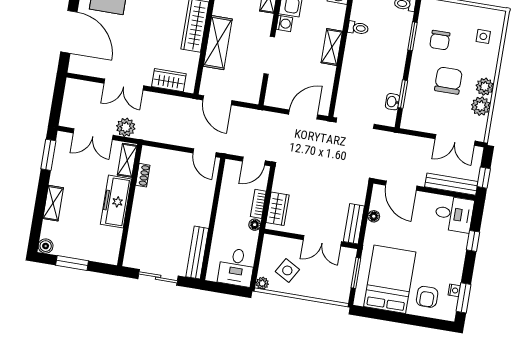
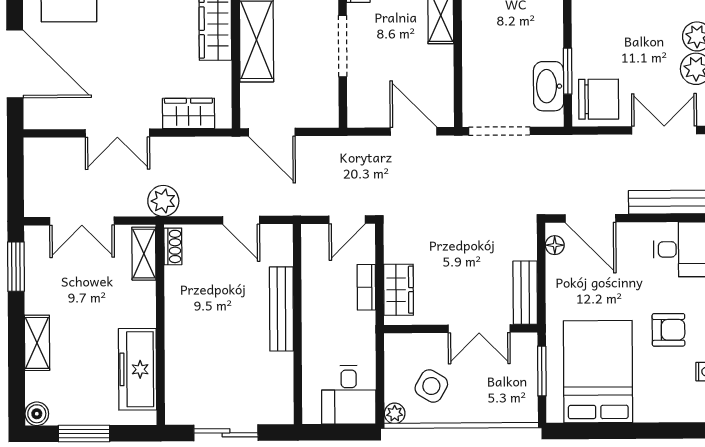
chair: (448, 80) -> (599, 99), moved, turned 90
washbasin: (392, 102) -> (549, 86), width x1.91, depth x1.45
door: (303, 115) -> (414, 131), hinge flipped
plant: (126, 127) -> (163, 201), moved
double door: (455, 140) -> (664, 130), swing flipped
door: (204, 153) -> (241, 220), moved
shoe rack: (143, 175) -> (173, 246), moved
freezer: (116, 202) -> (137, 369), moved
floor lamp: (374, 216) -> (555, 245), moved
floor lamp: (255, 225) -> (366, 322), removed
bench: (197, 253) -> (281, 309), moved
armchair: (427, 297) -> (669, 330), moved, turned -90

